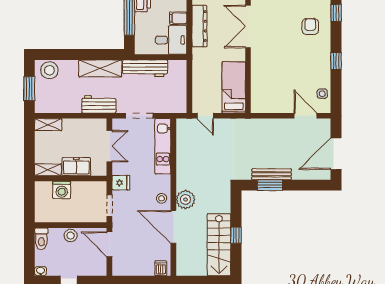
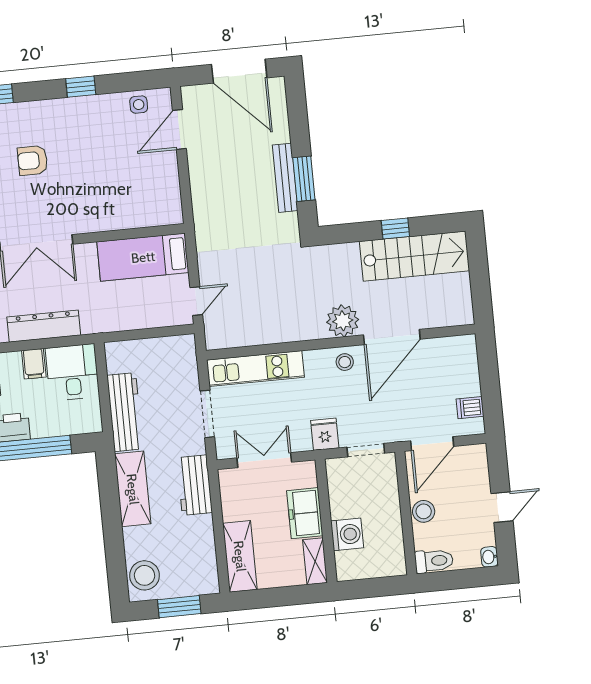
armchair: (310, 27) -> (33, 160), moved
shelving: (48, 125) -> (240, 556), width x1.50, depth x1.33
dishwasher: (161, 268) -> (470, 408), moved

